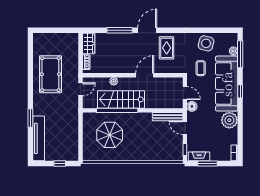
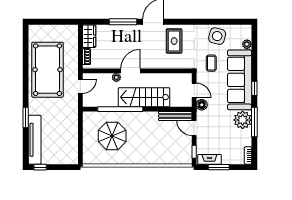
window: (240, 54) -> (254, 122), moved
pool table: (50, 74) -> (48, 70), width x1.36, depth x1.32
door: (145, 75) -> (131, 71), moved
stairs: (121, 99) -> (144, 97), moved
window: (60, 164) -> (40, 167), moved

